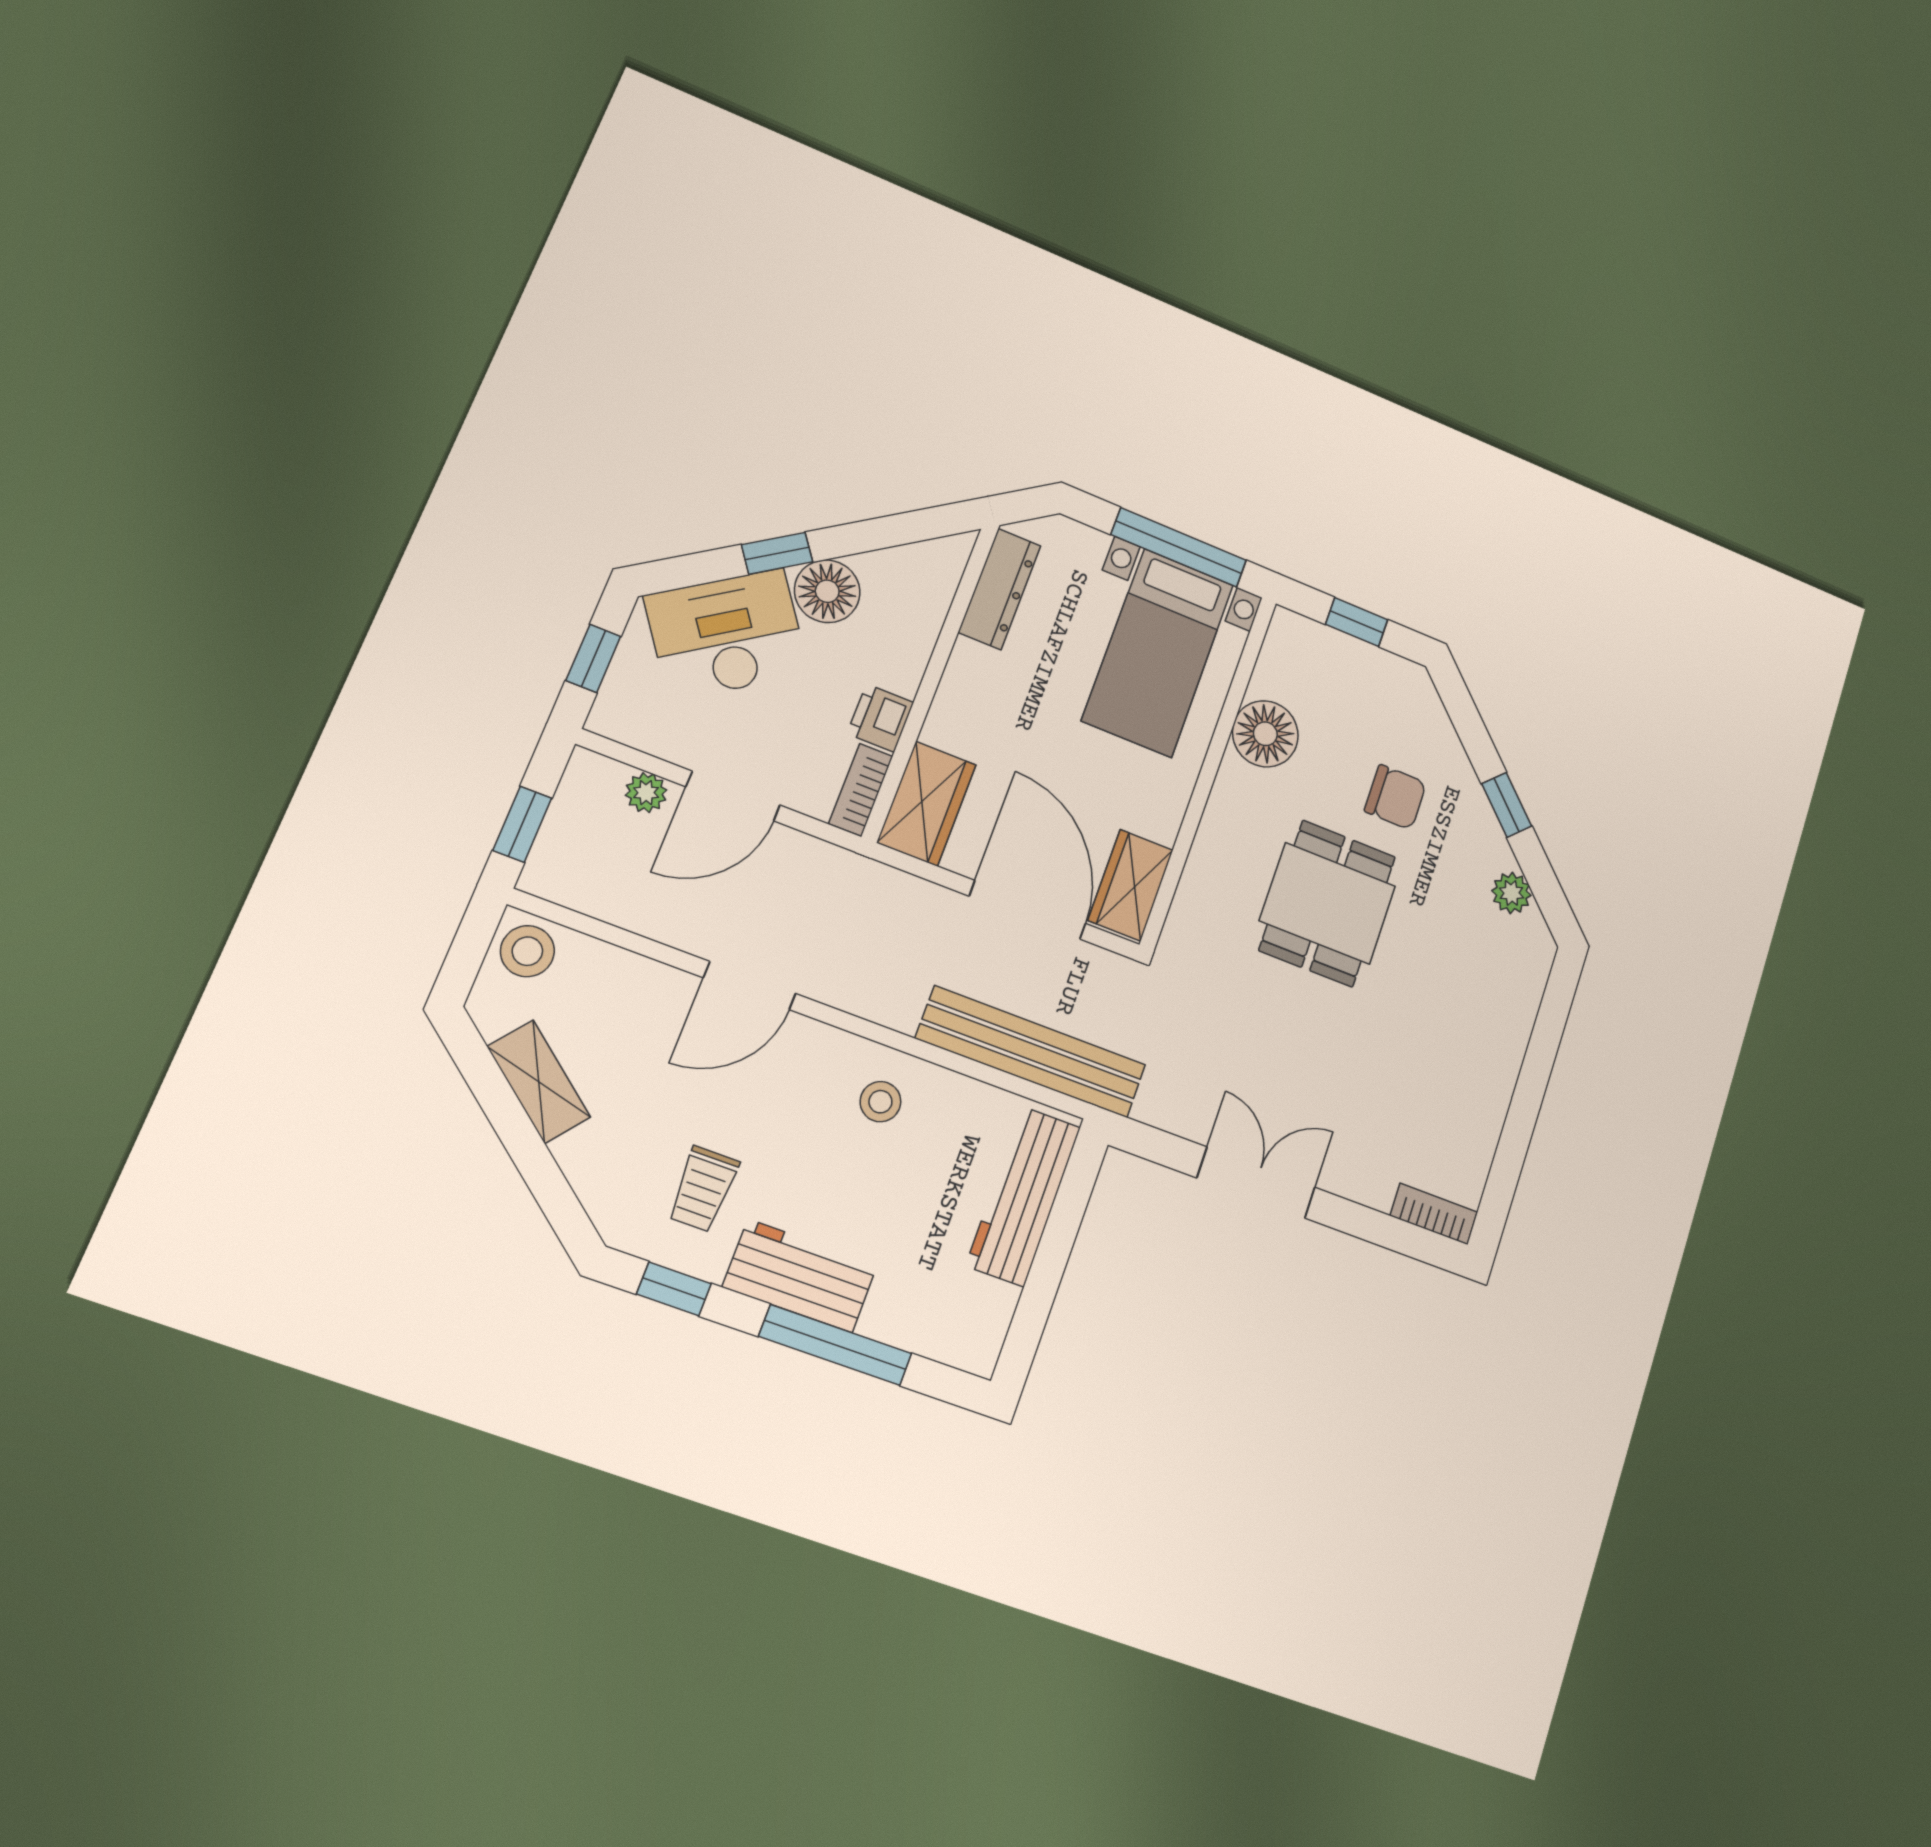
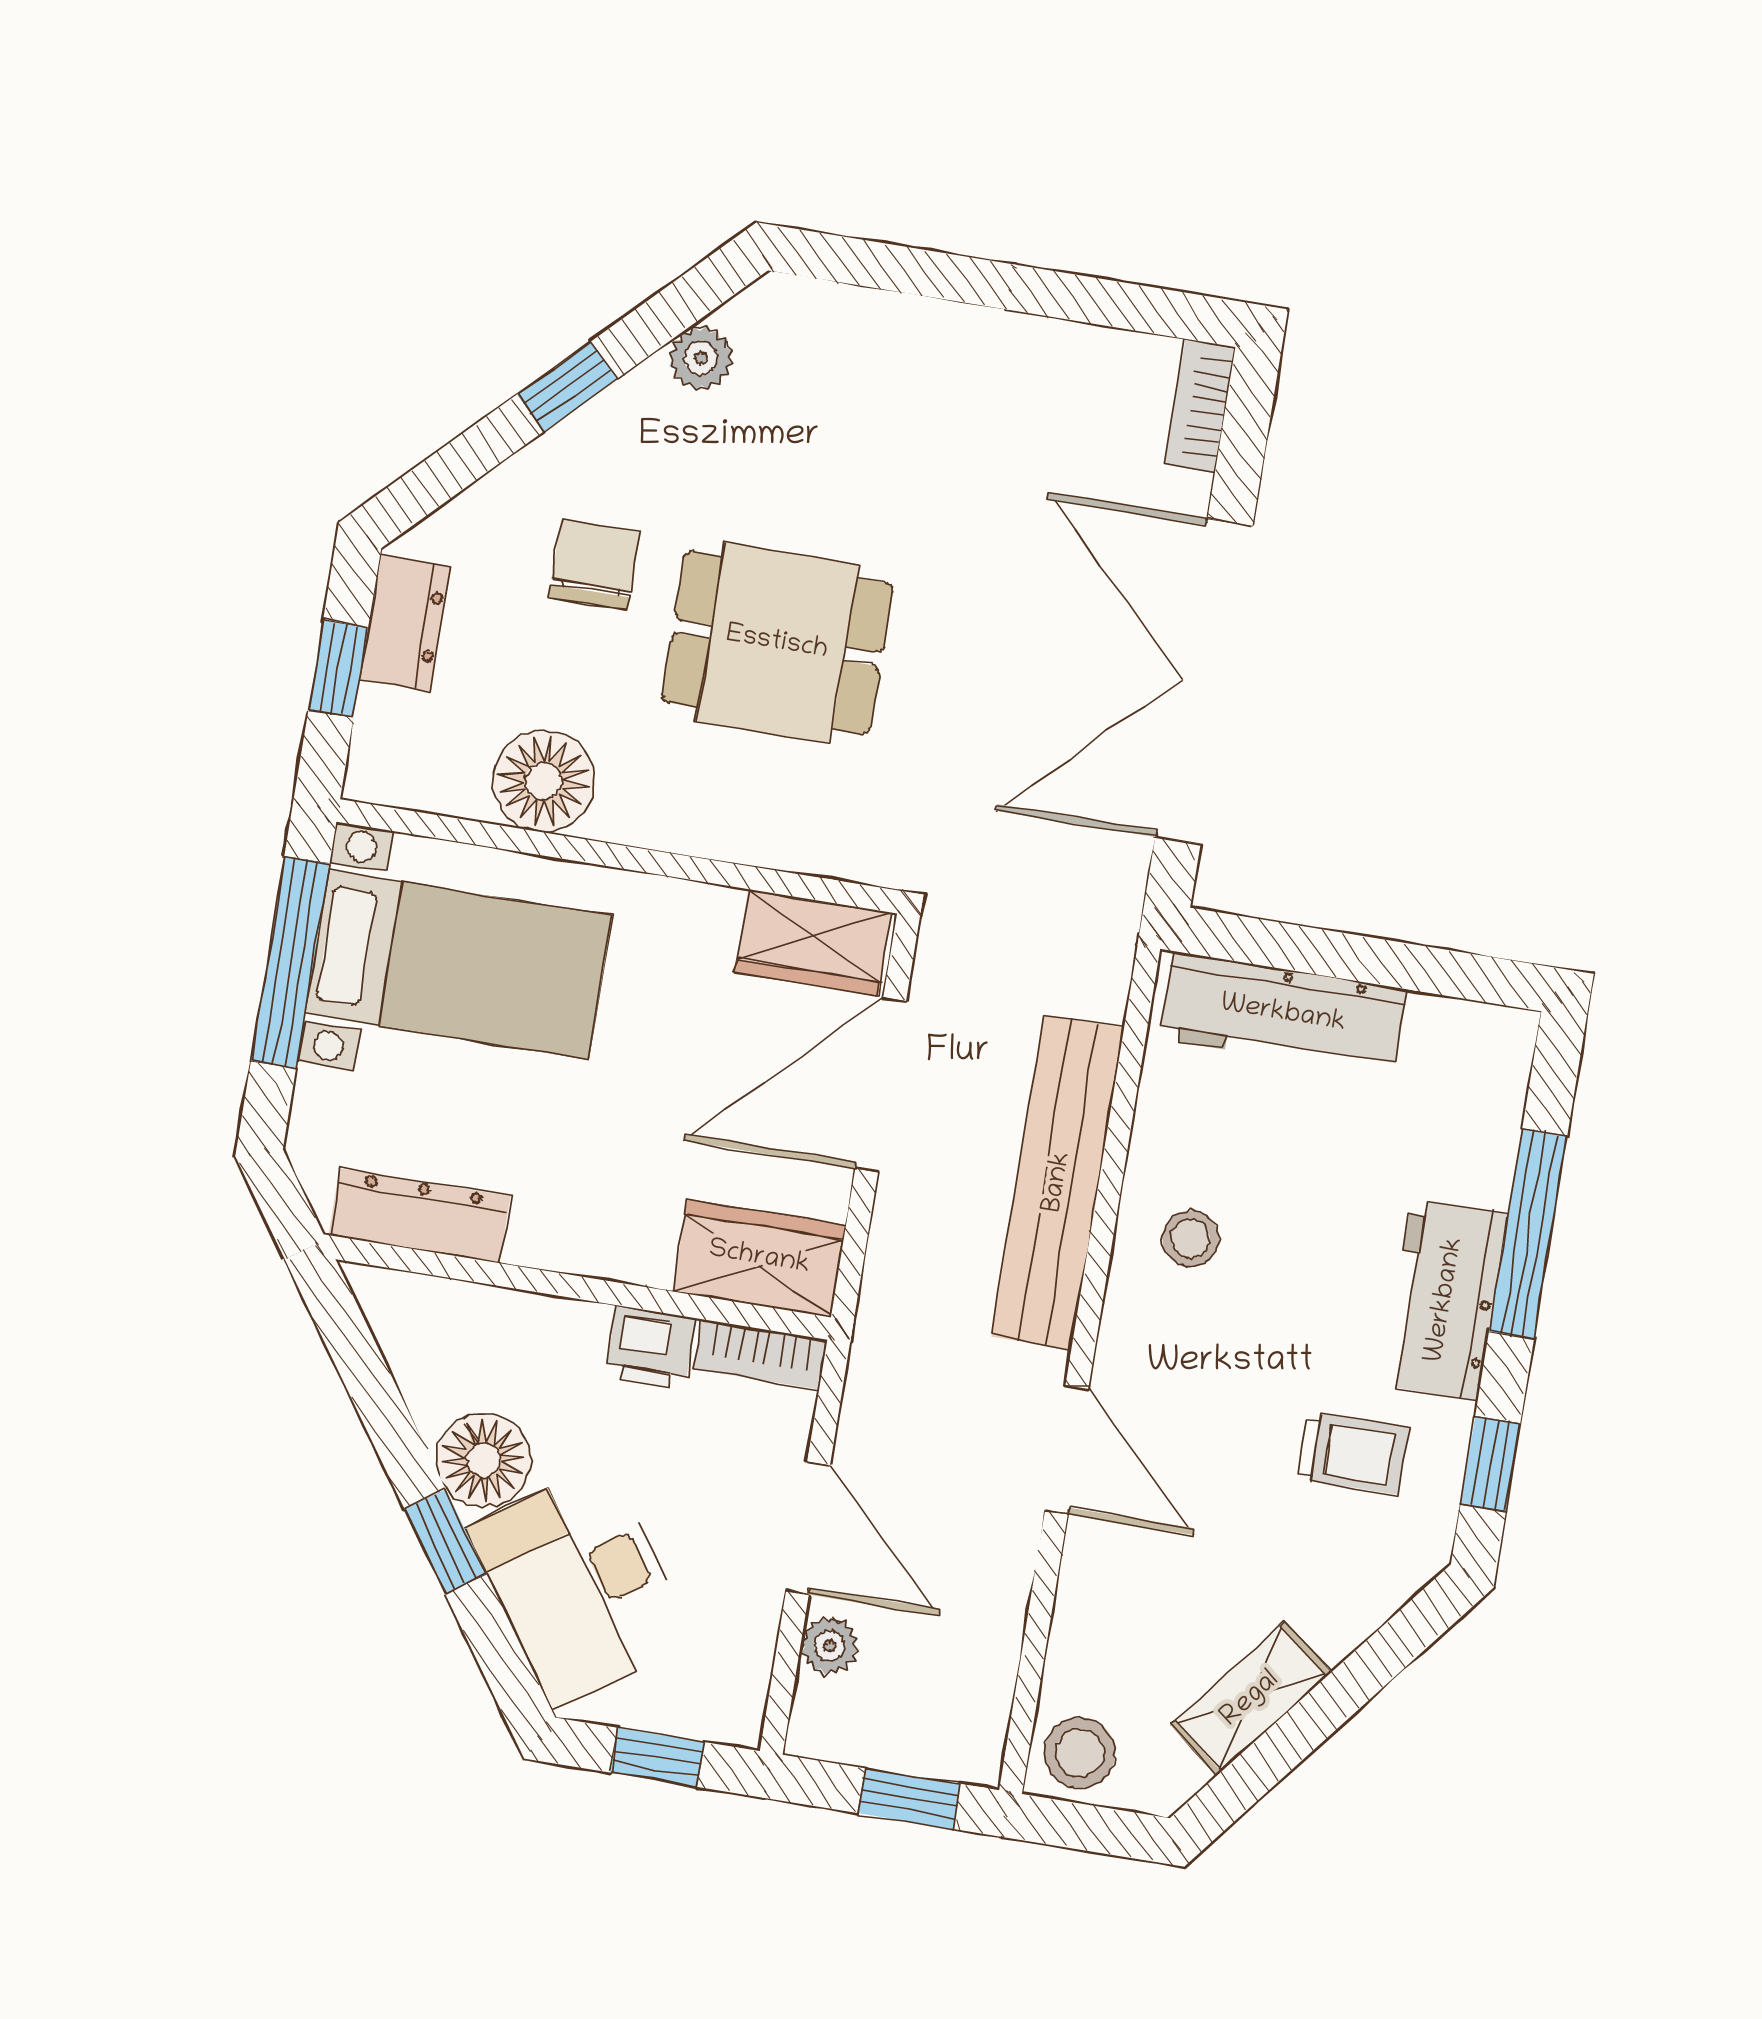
dresser: (1378, 670) -> (405, 623), added
bench: (1031, 1052) -> (1058, 1182), moved
double door: (1256, 1183) -> (1204, 681), width x1.87

